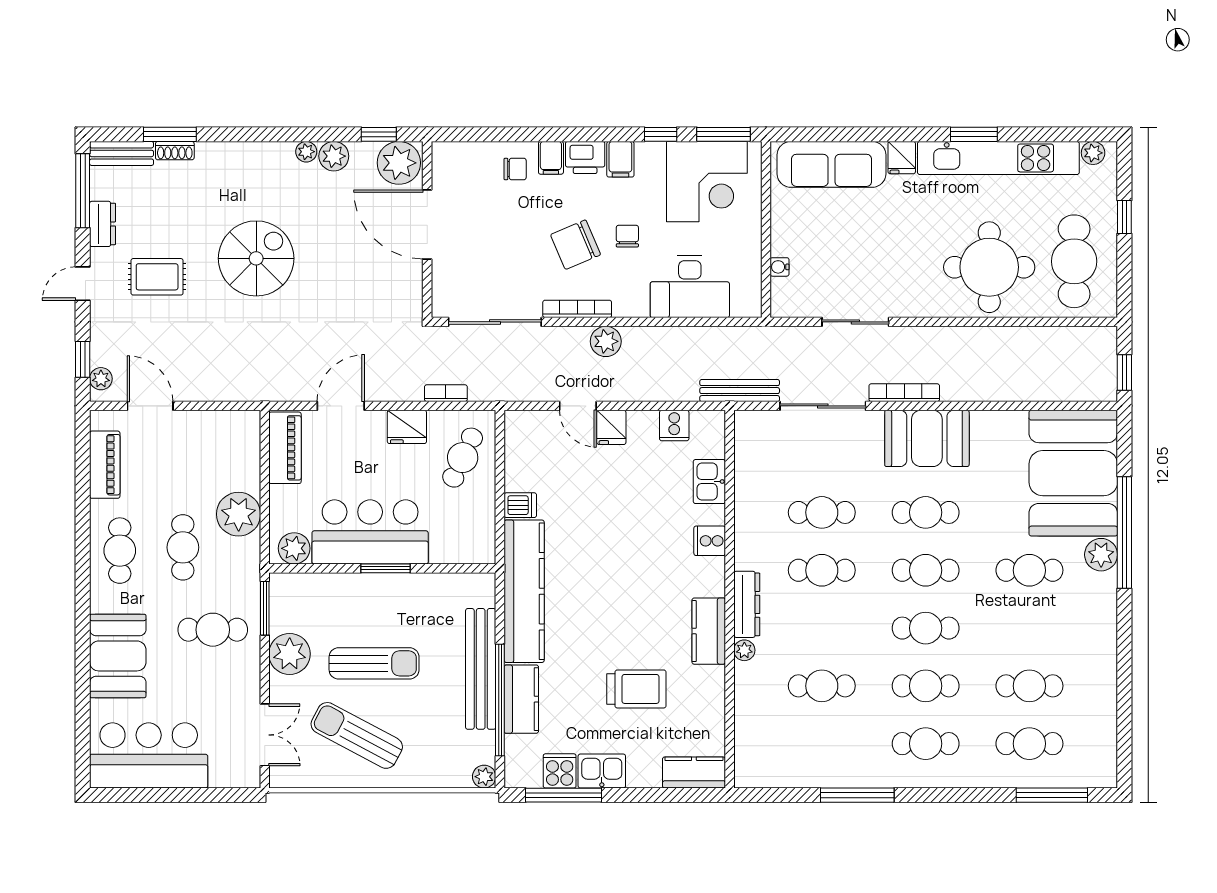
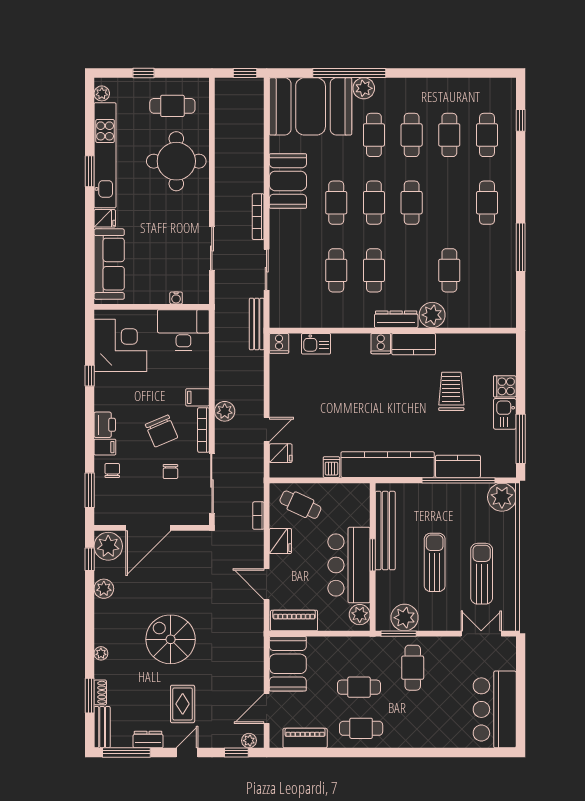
window: (724, 134) -> (90, 490), moved
plant: (306, 152) -> (101, 653), moved
filing cabinet: (620, 159) -> (197, 397), moved, turned 180
chair: (627, 236) -> (170, 472), moved, turned -90
cafe table: (1074, 261) -> (172, 106), width x0.73, depth x0.74
door: (83, 284) -> (187, 752), swing flipped
desk: (690, 287) -> (183, 330), moved, turned -90
sliding door: (823, 406) -> (267, 270), width x0.73
cooker: (674, 426) -> (279, 343), moved, turned 90
fridge: (611, 427) -> (281, 453), moved
booth: (927, 438) -> (288, 181), moved
plant: (239, 514) -> (337, 651), removed
cooker: (710, 541) -> (381, 344), moved
plant: (744, 650) -> (432, 315), width x1.87, depth x1.87
plant: (290, 654) -> (405, 618), moved
booth: (118, 656) -> (288, 664), moved, turned 90
bench: (481, 669) -> (385, 531), moved, turned 90
cafe table: (926, 686) -> (412, 135), moved
sun lounger: (357, 735) -> (482, 574), turned 152
cooker: (560, 771) -> (505, 386), moved
kitchen counter: (694, 772) -> (506, 354), removed
plant: (484, 777) -> (502, 497), width x1.88, depth x1.88
window: (1052, 795) -> (521, 120), width x0.46

